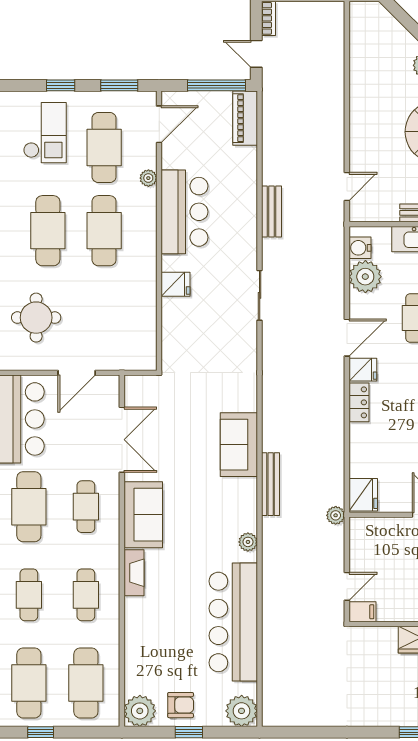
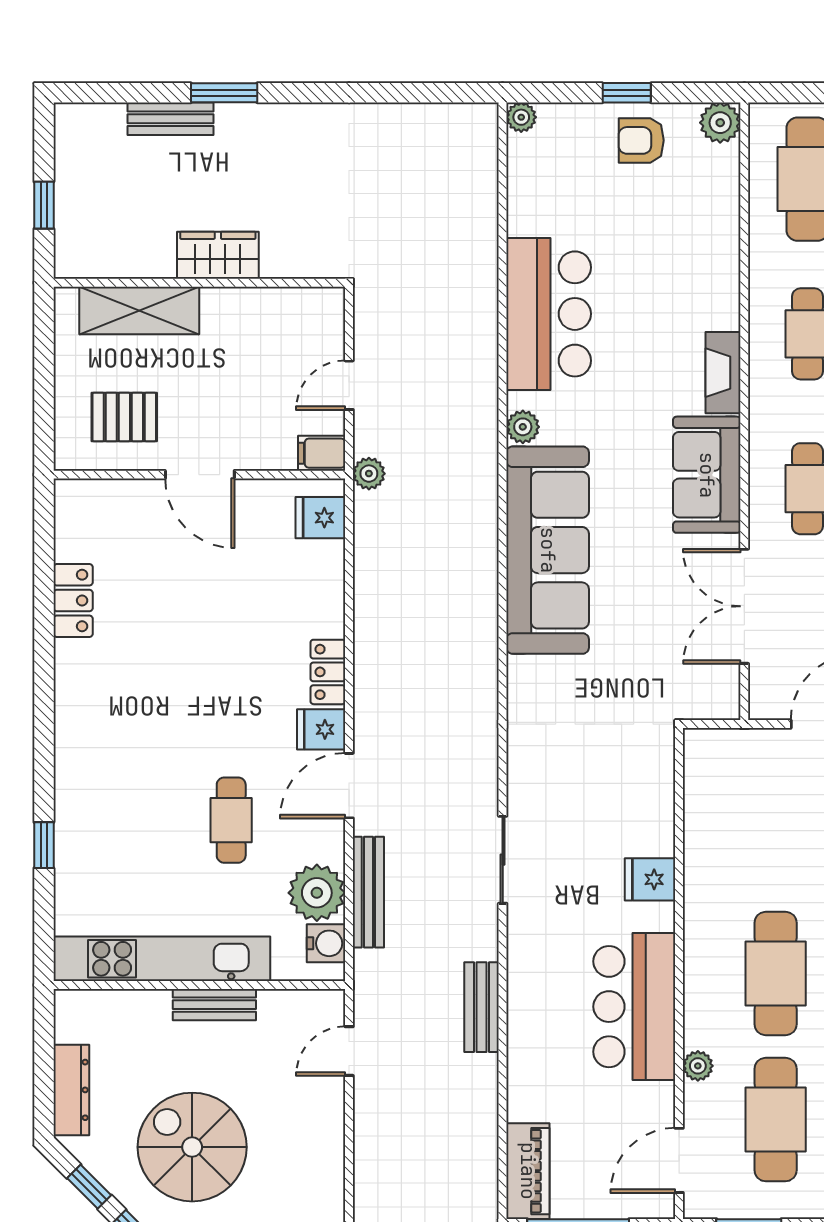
sofa: (239, 445) -> (548, 550), width x1.85, depth x1.27
bench: (271, 484) -> (368, 892), moved
fridge: (363, 495) -> (320, 518), width x0.72
door: (347, 586) -> (349, 385), moved
filing cabinet: (362, 612) -> (322, 453), moved
bar counter: (233, 622) -> (549, 314), width x0.73
plant: (140, 711) -> (720, 123), width x0.73, depth x0.73
plant: (242, 711) -> (521, 117), width x0.53, depth x0.53

